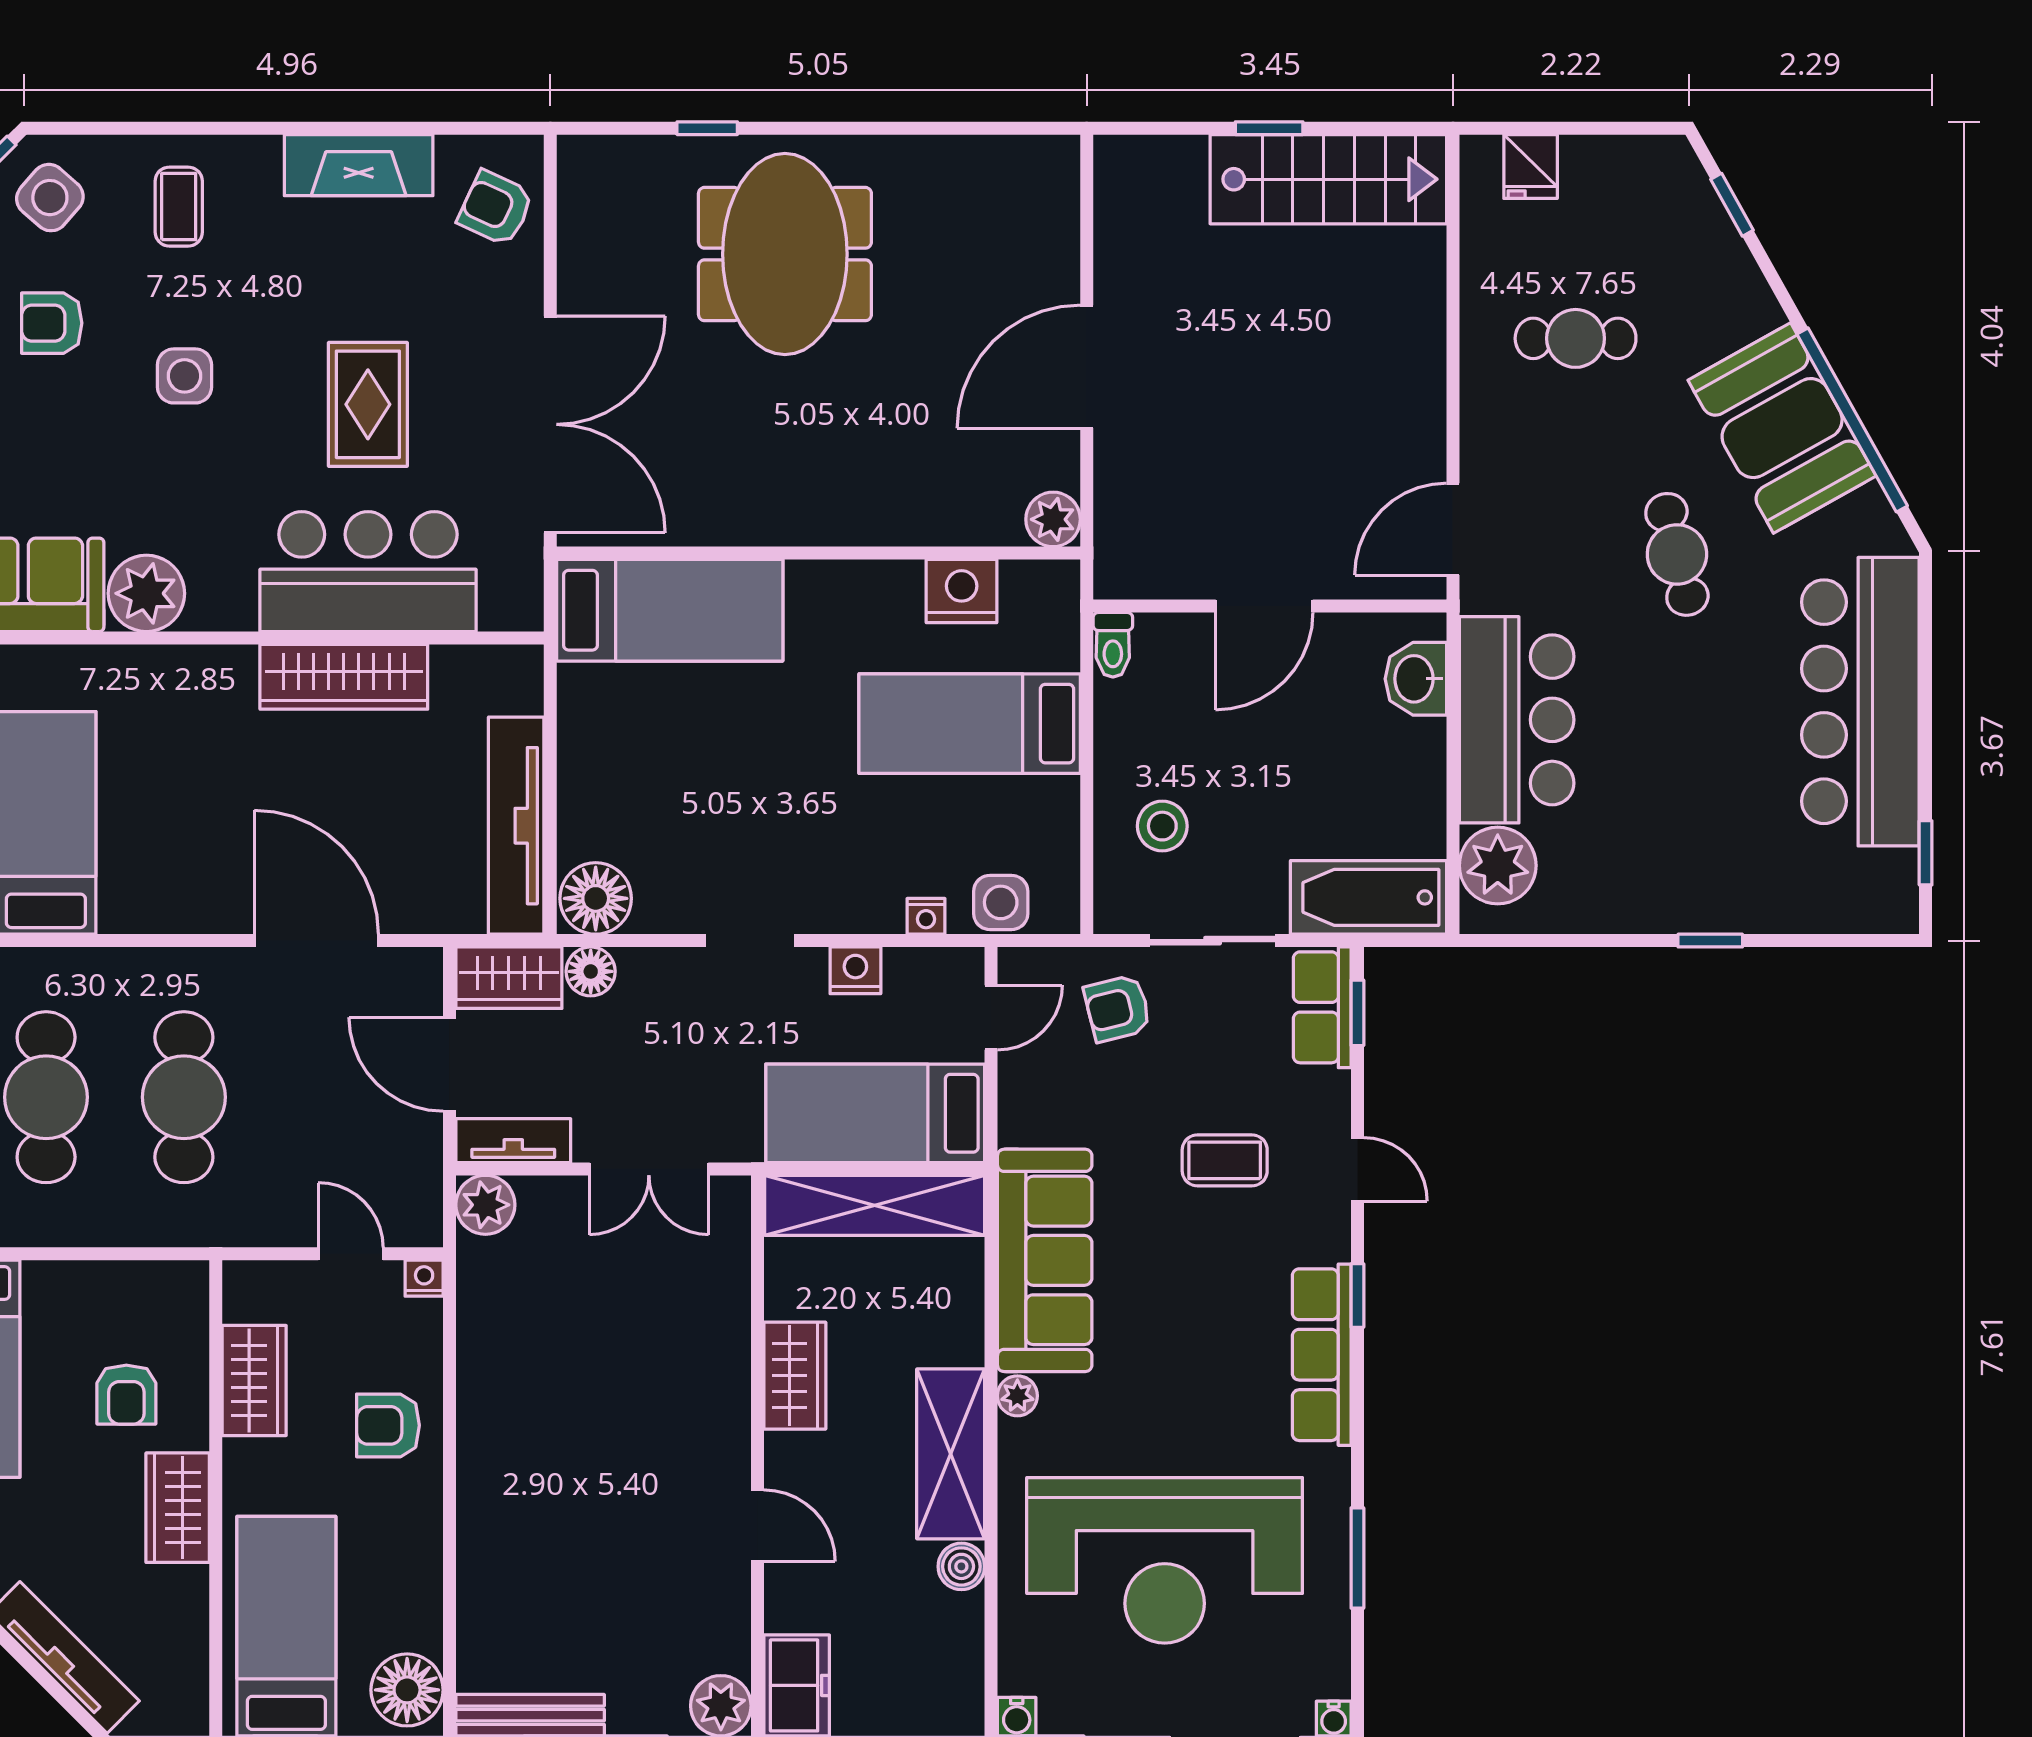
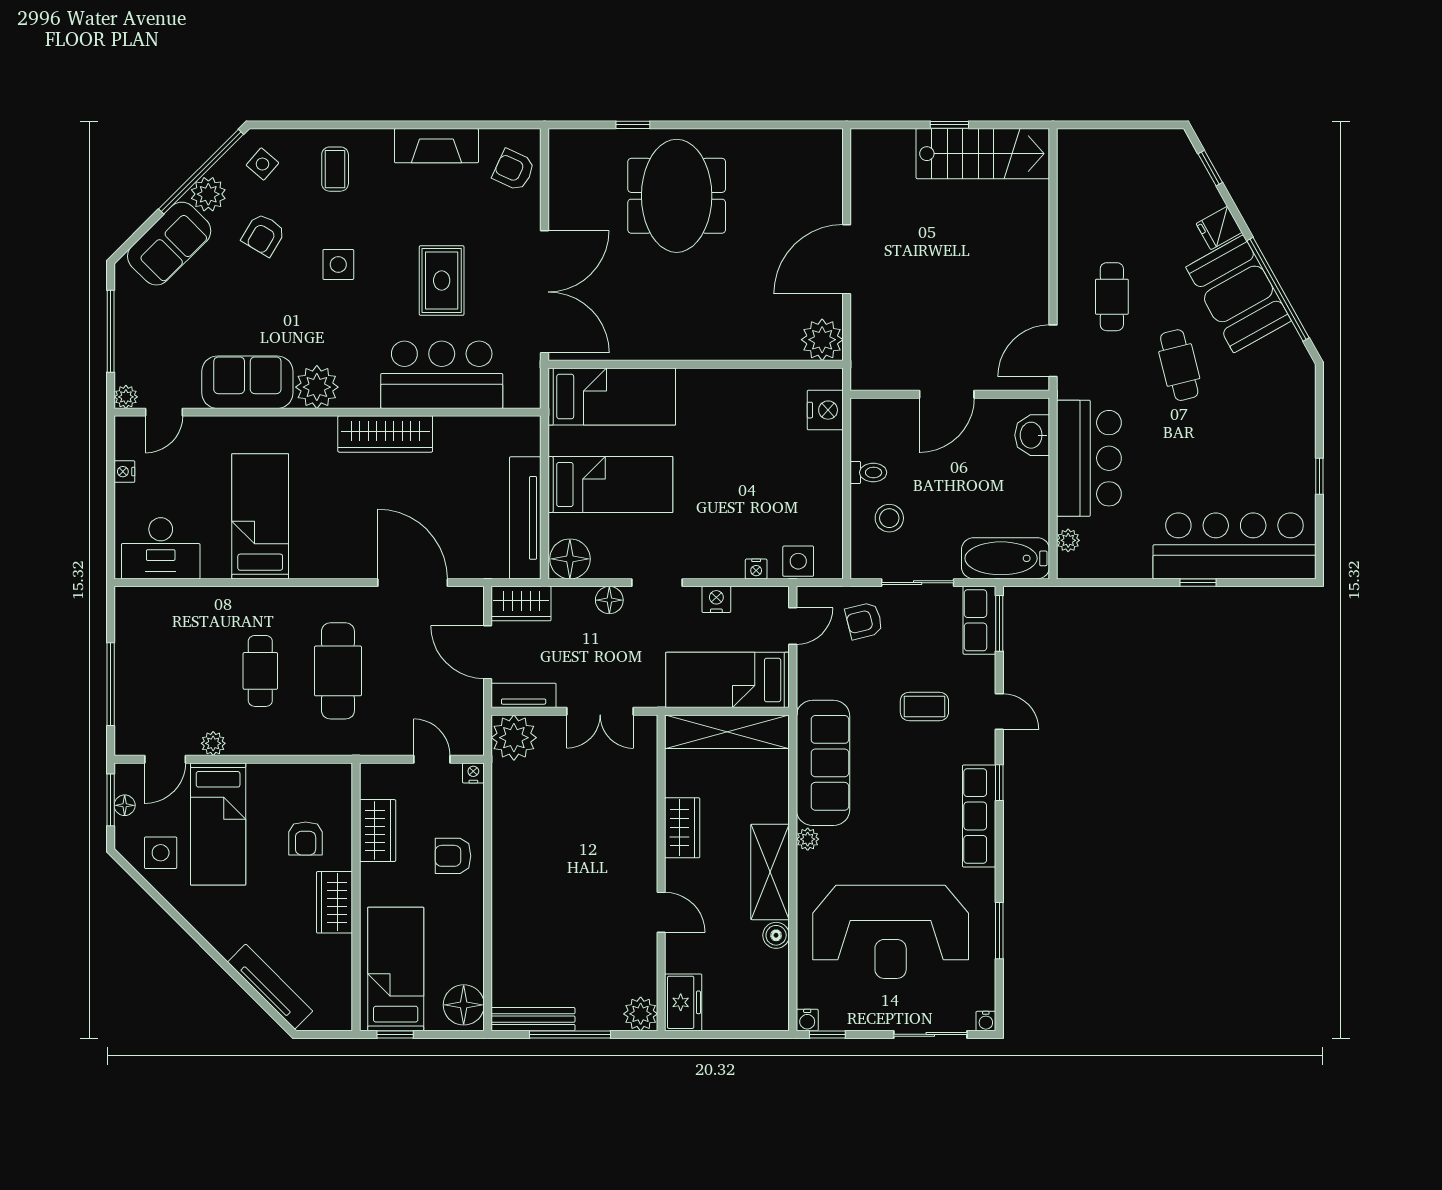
fridge: (1531, 166) -> (1219, 228), moved, turned 61
side table: (50, 198) -> (262, 164), width x0.73, depth x0.73
armchair: (52, 323) -> (263, 235), turned -59
cafe table: (1576, 338) -> (1112, 297), moved, turned 90
plant: (1053, 519) -> (822, 340), width x1.36, depth x1.36
nightstand: (962, 591) -> (825, 410), moved, turned 90
toilet: (1113, 645) -> (868, 472), moved, turned -90
wardrobe: (344, 677) -> (385, 434), moved
bar counter: (1860, 702) -> (1234, 546), moved, turned 90
bed: (970, 724) -> (610, 485), moved, turned 180
window: (1926, 853) -> (1319, 476), moved
plant: (1498, 866) -> (1068, 540), width x0.53, depth x0.53
floor lamp: (591, 971) -> (609, 600), moved
window: (1357, 1013) -> (999, 623), width x1.50
cafe table: (46, 1097) -> (260, 671), width x0.73, depth x0.74
plant: (485, 1205) -> (514, 738), width x1.36, depth x1.36

